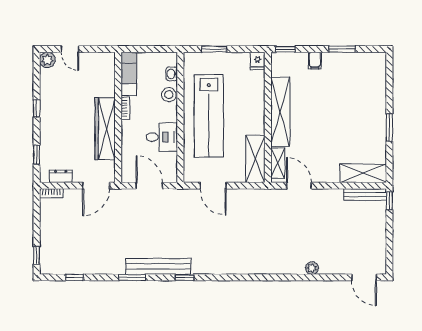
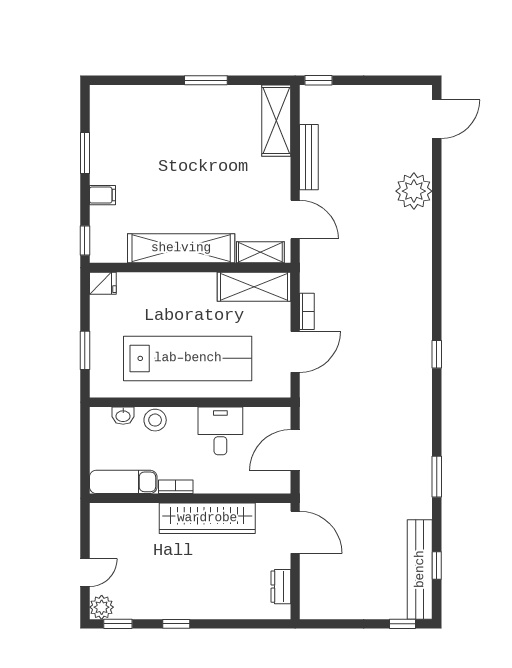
window: (37, 155) -> (118, 624), moved
door: (299, 186) -> (295, 220), swing flipped
bookcase: (51, 193) -> (307, 311), moved
bench: (365, 194) -> (309, 157), moved
bench: (158, 266) -> (420, 569), moved
plant: (312, 268) -> (414, 191), width x1.88, depth x1.88
window: (185, 277) -> (437, 354), moved

